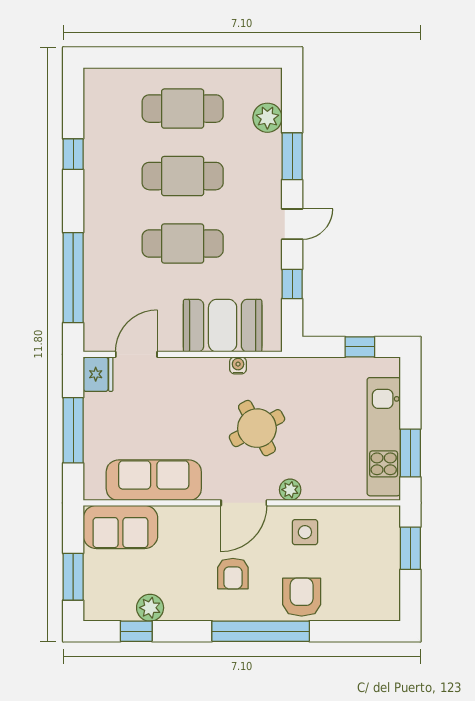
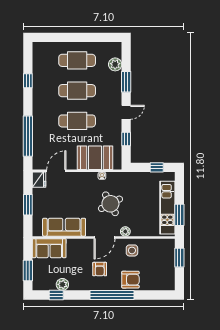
window: (73, 430) -> (28, 205), width x0.69
armchair: (302, 597) -> (130, 280), turned 90

